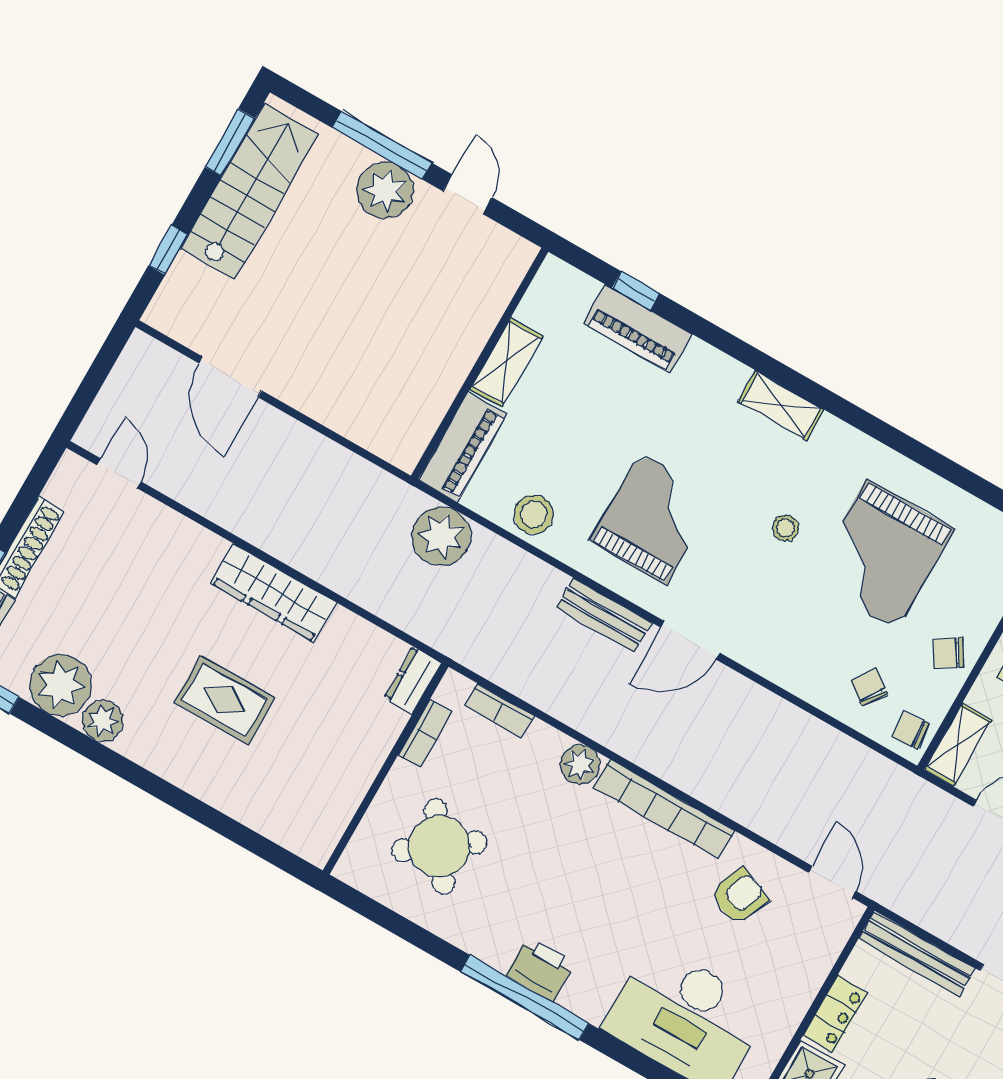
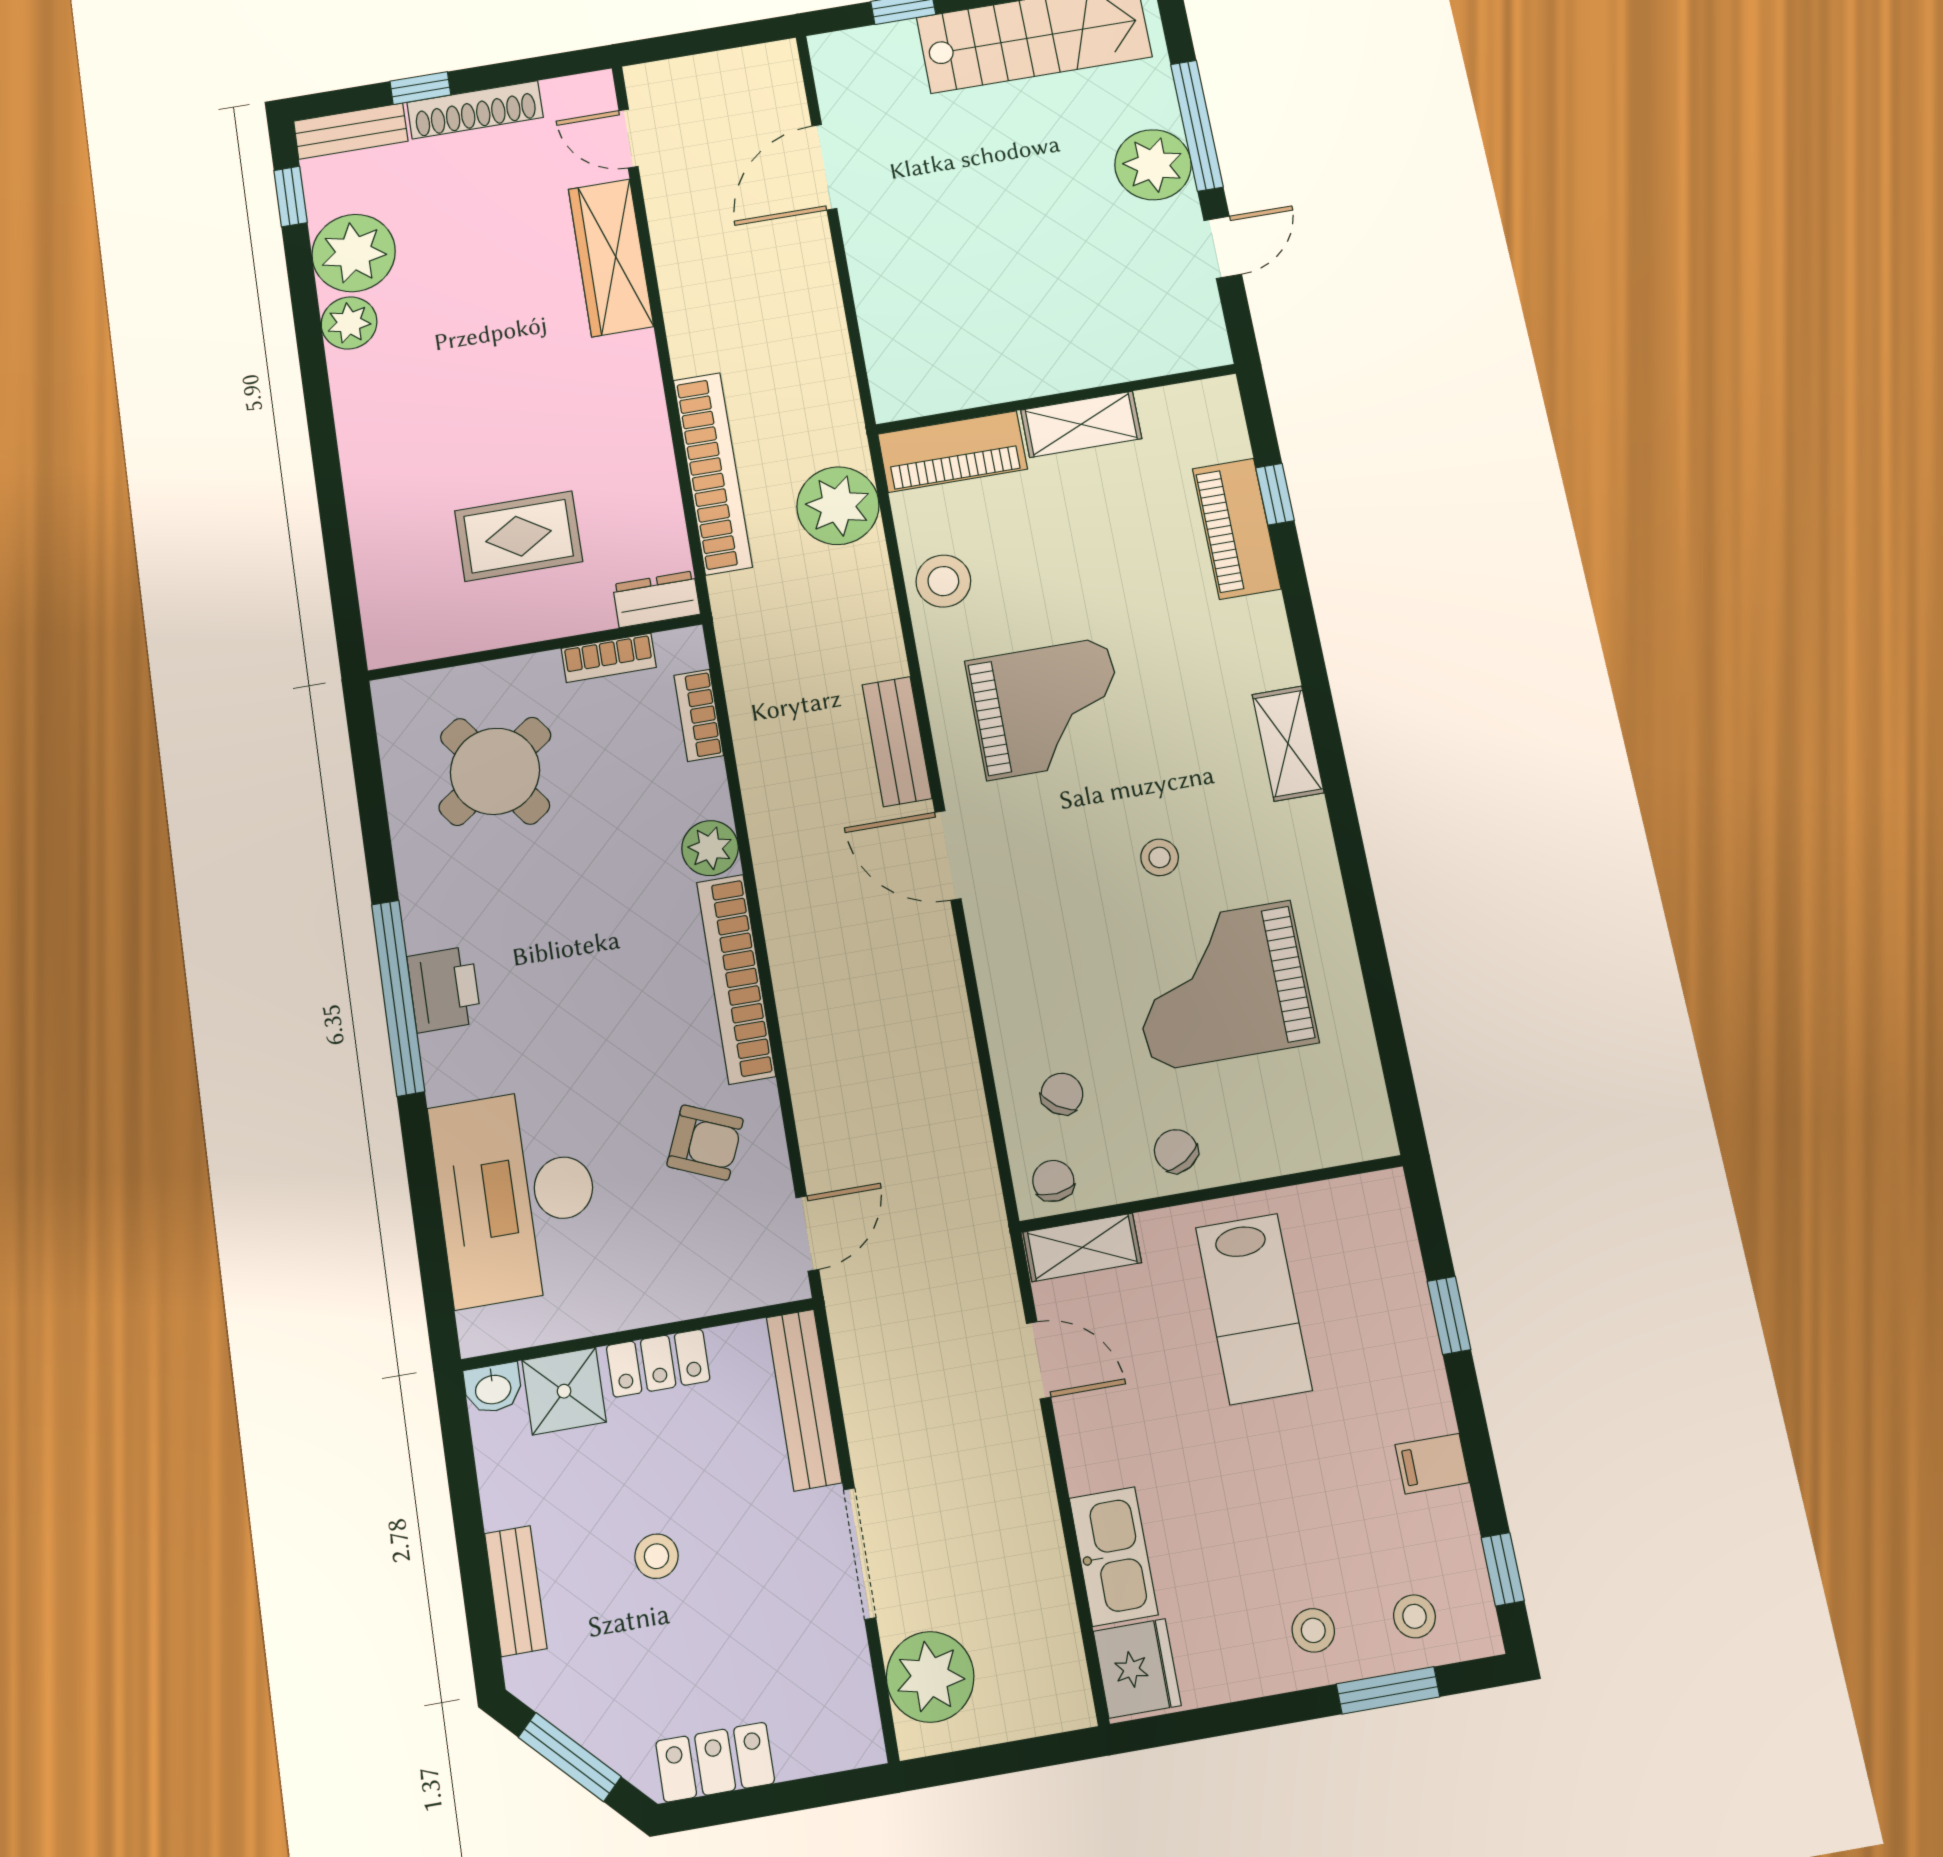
door: (119, 473) -> (628, 138), swing flipped
bookcase: (364, 590) -> (713, 473), added
wardrobe: (274, 593) -> (611, 258), moved
rug: (224, 700) -> (519, 536), moved, turned 90

